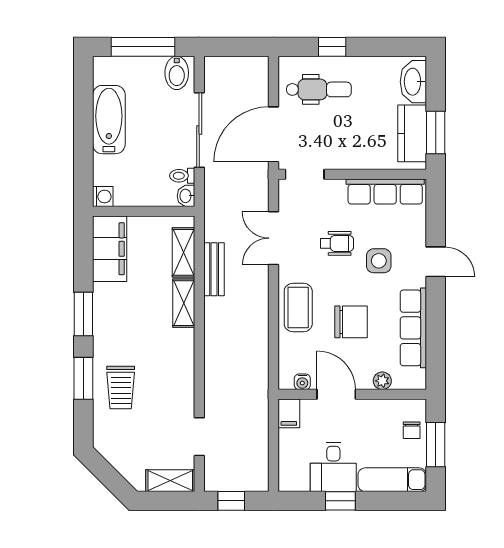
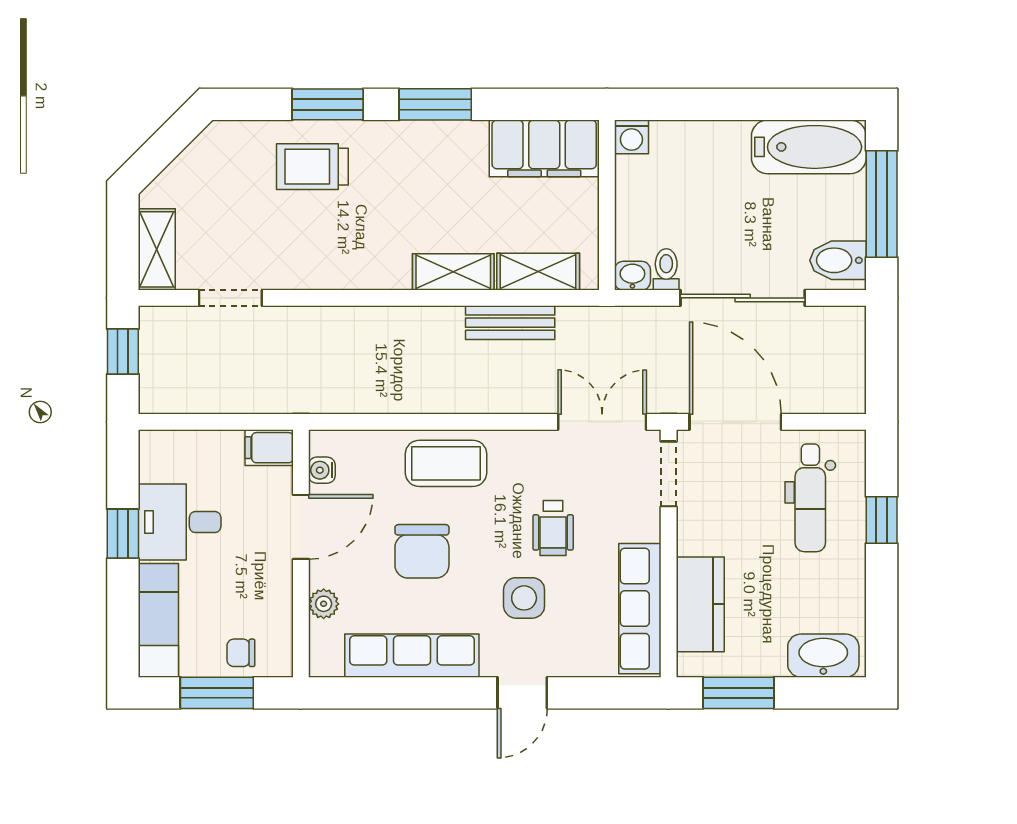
bathtub: (109, 120) -> (809, 147), moved
kitchen counter: (412, 133) -> (700, 604), moved, turned 90
double door: (273, 238) -> (602, 422), moved

